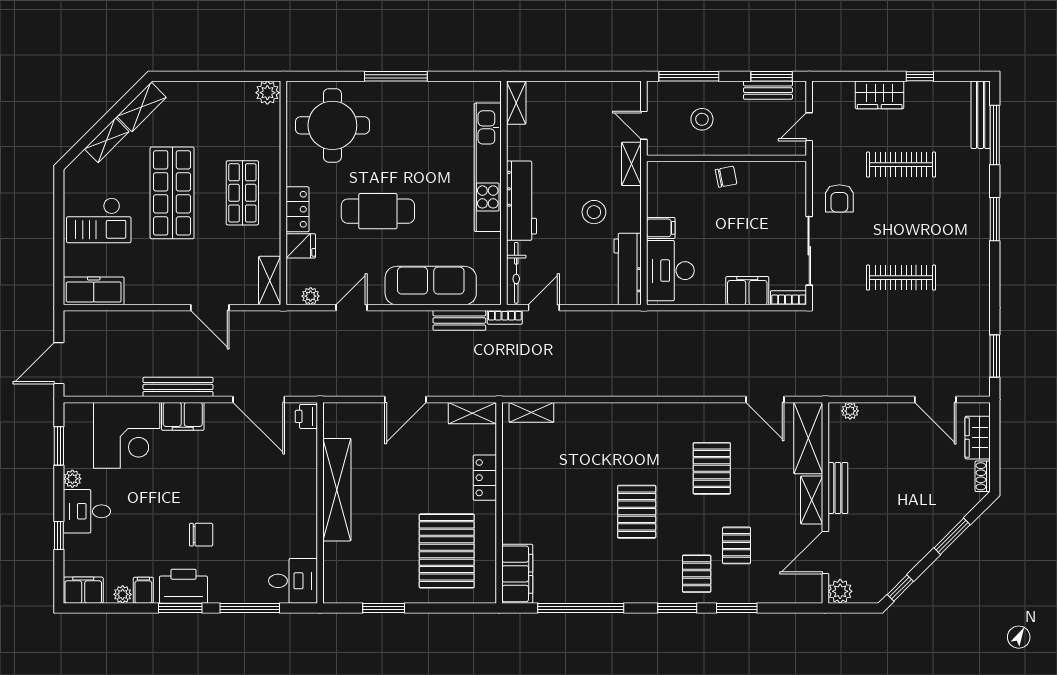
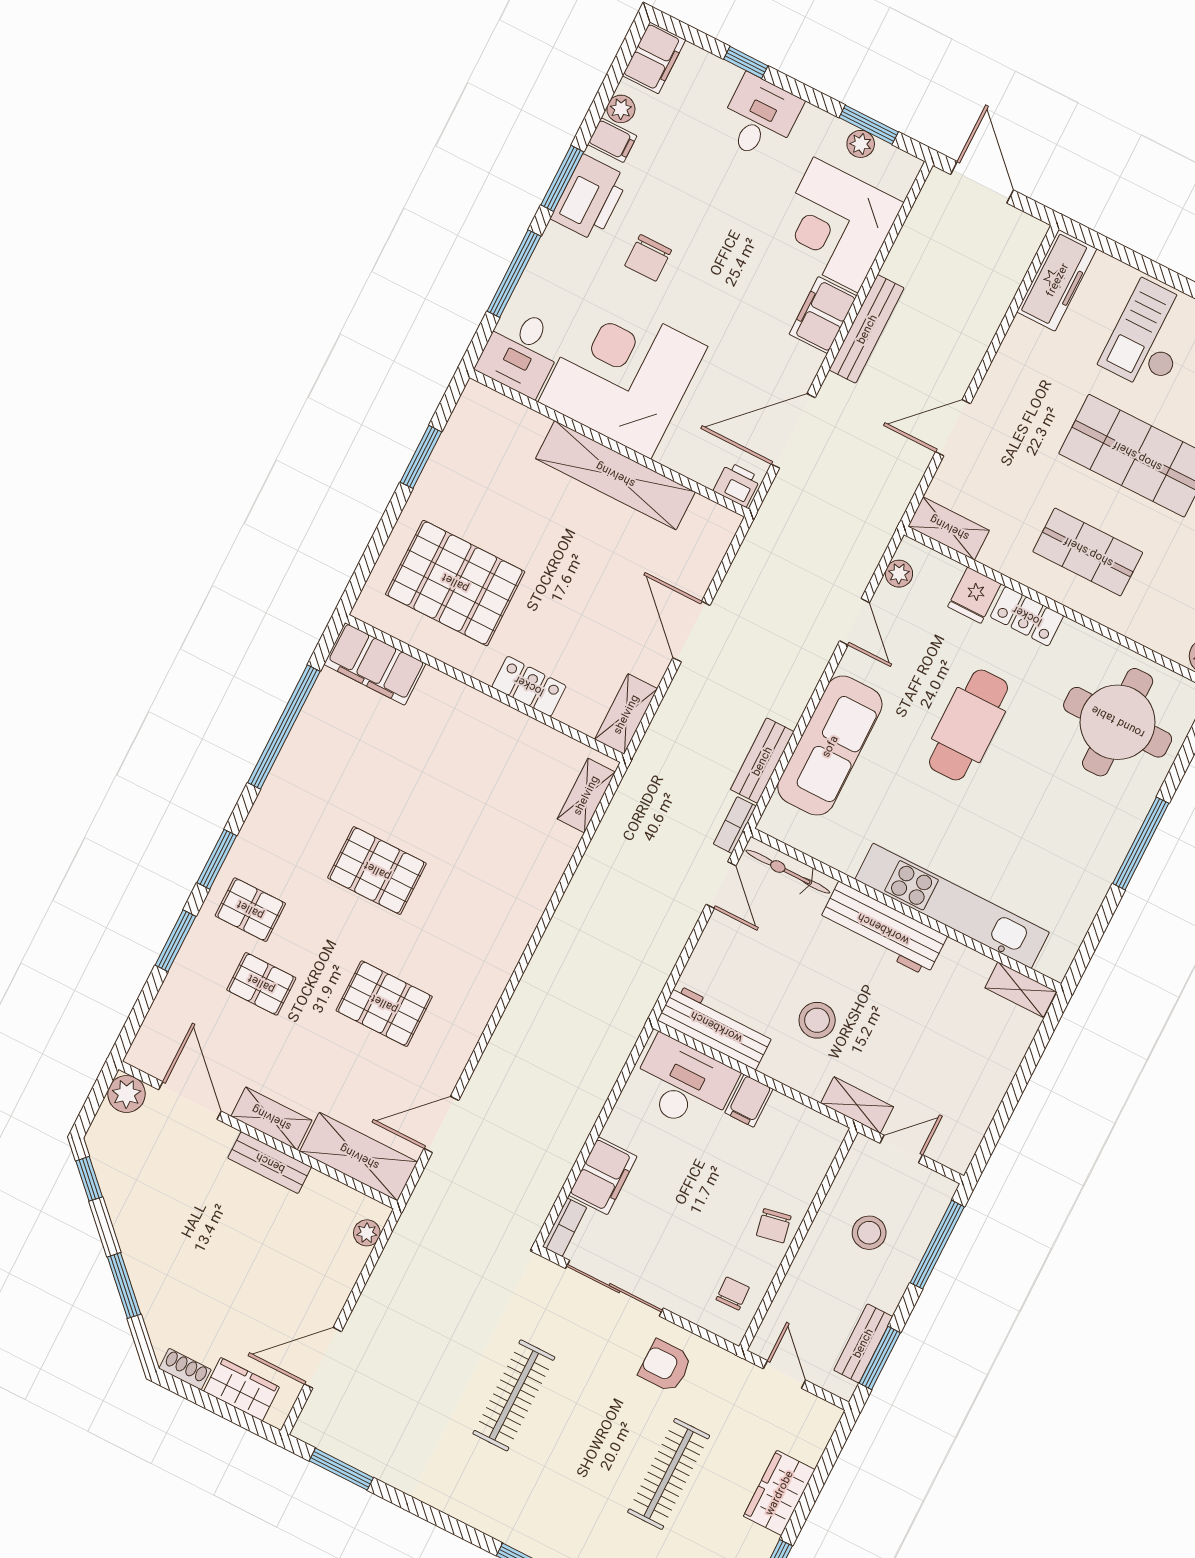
chair: (777, 181) -> (733, 1294), added
plant: (72, 479) -> (861, 144), moved
corner desk: (276, 515) -> (623, 374), added

